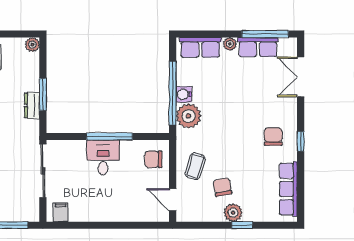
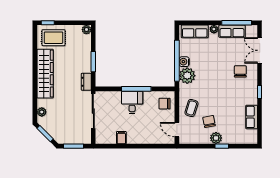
dresser: (32, 105) -> (86, 82), moved
chair: (273, 137) -> (240, 71), moved
row of seats: (288, 189) -> (252, 117), width x0.68
filing cabinet: (61, 212) -> (121, 138), moved

